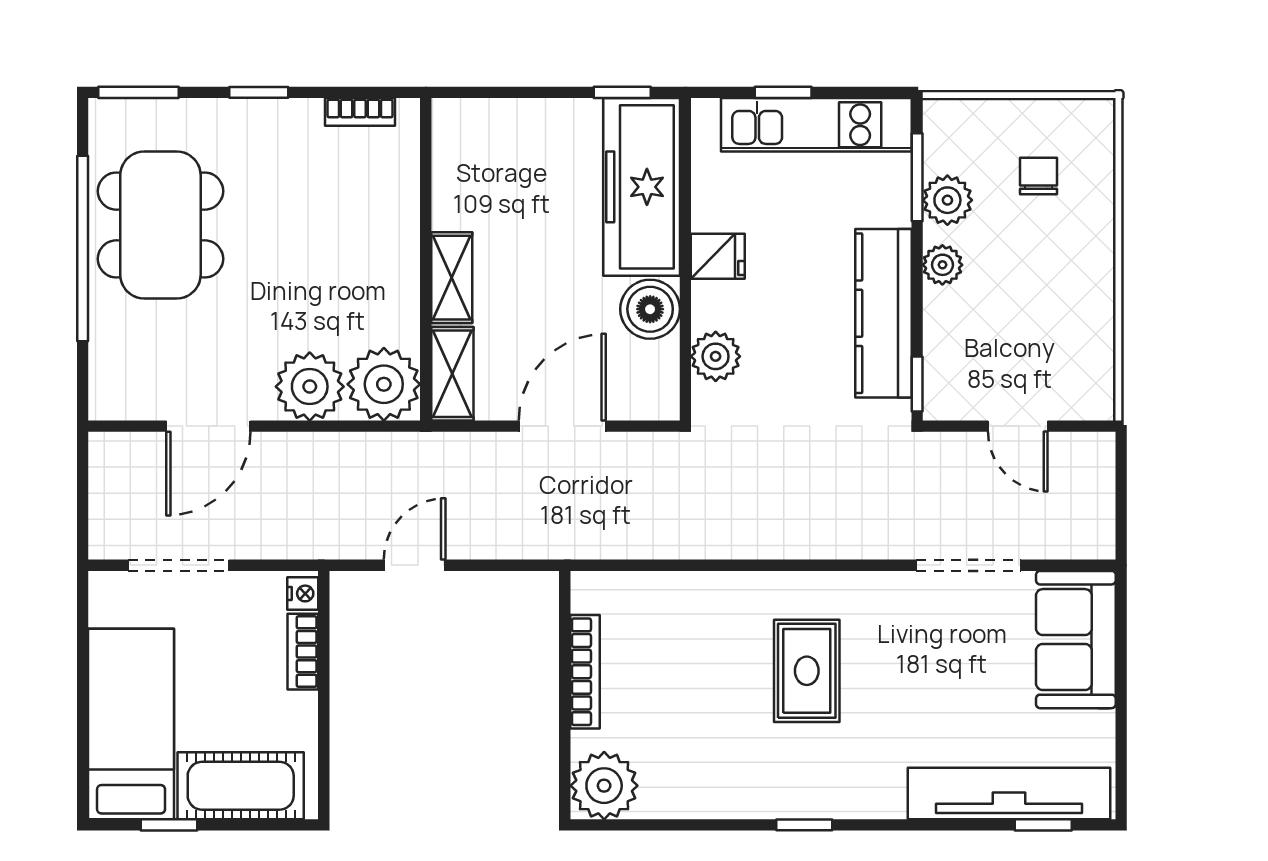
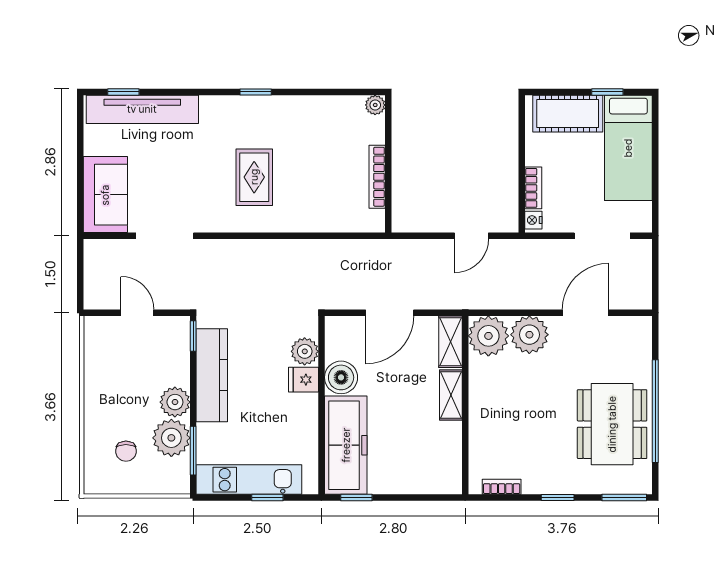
plant: (947, 200) -> (171, 438), width x1.36, depth x1.36
fridge: (718, 256) -> (303, 380), moved
plant: (942, 265) -> (175, 402), width x1.38, depth x1.38
plant: (604, 786) -> (375, 105), width x0.53, depth x0.53

